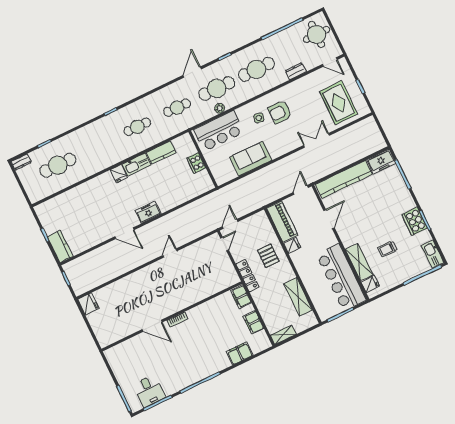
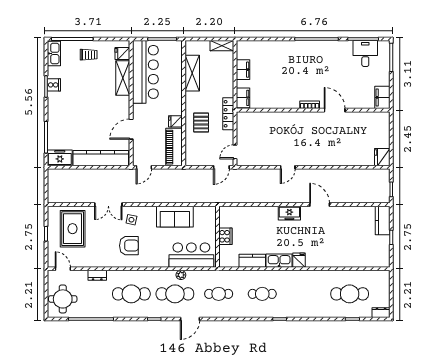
side table: (259, 118) -> (131, 220), moved
cooker: (415, 221) -> (54, 85), width x0.53, depth x0.76
trolley: (387, 249) -> (89, 55), moved
filing cabinet: (240, 353) -> (382, 97), moved, turned 90

